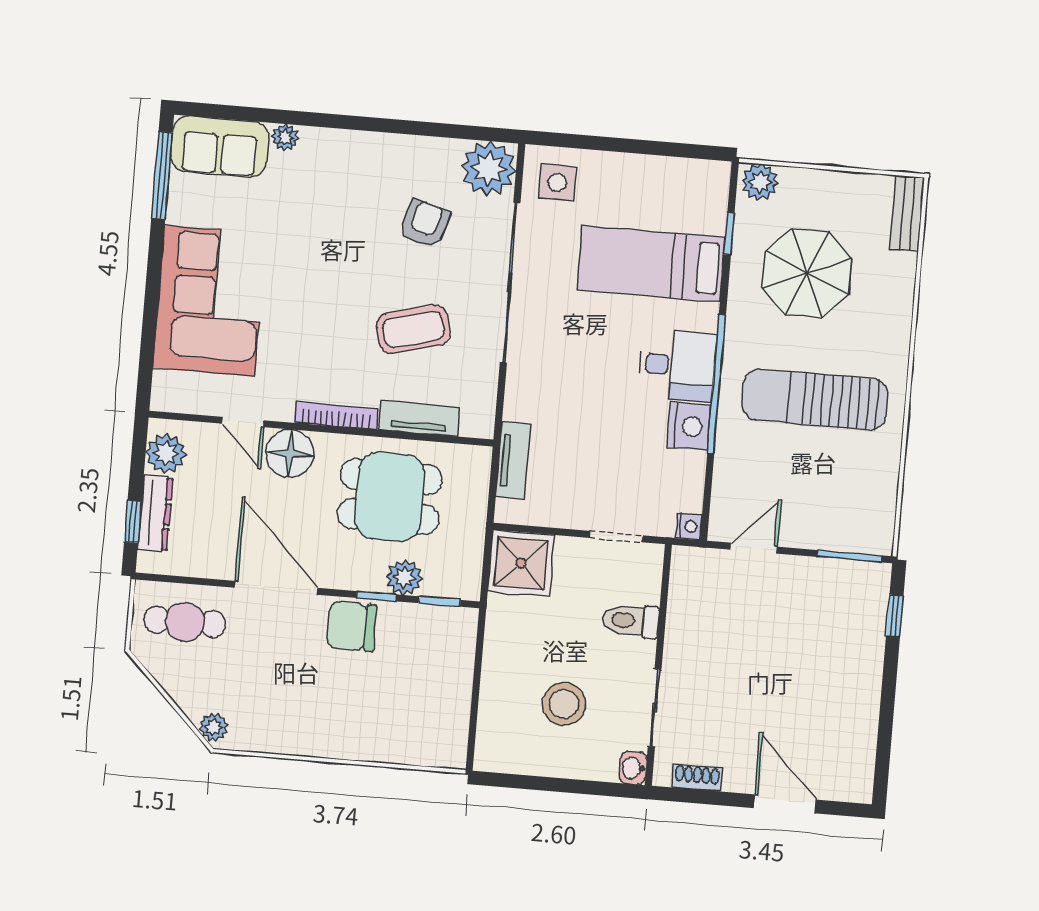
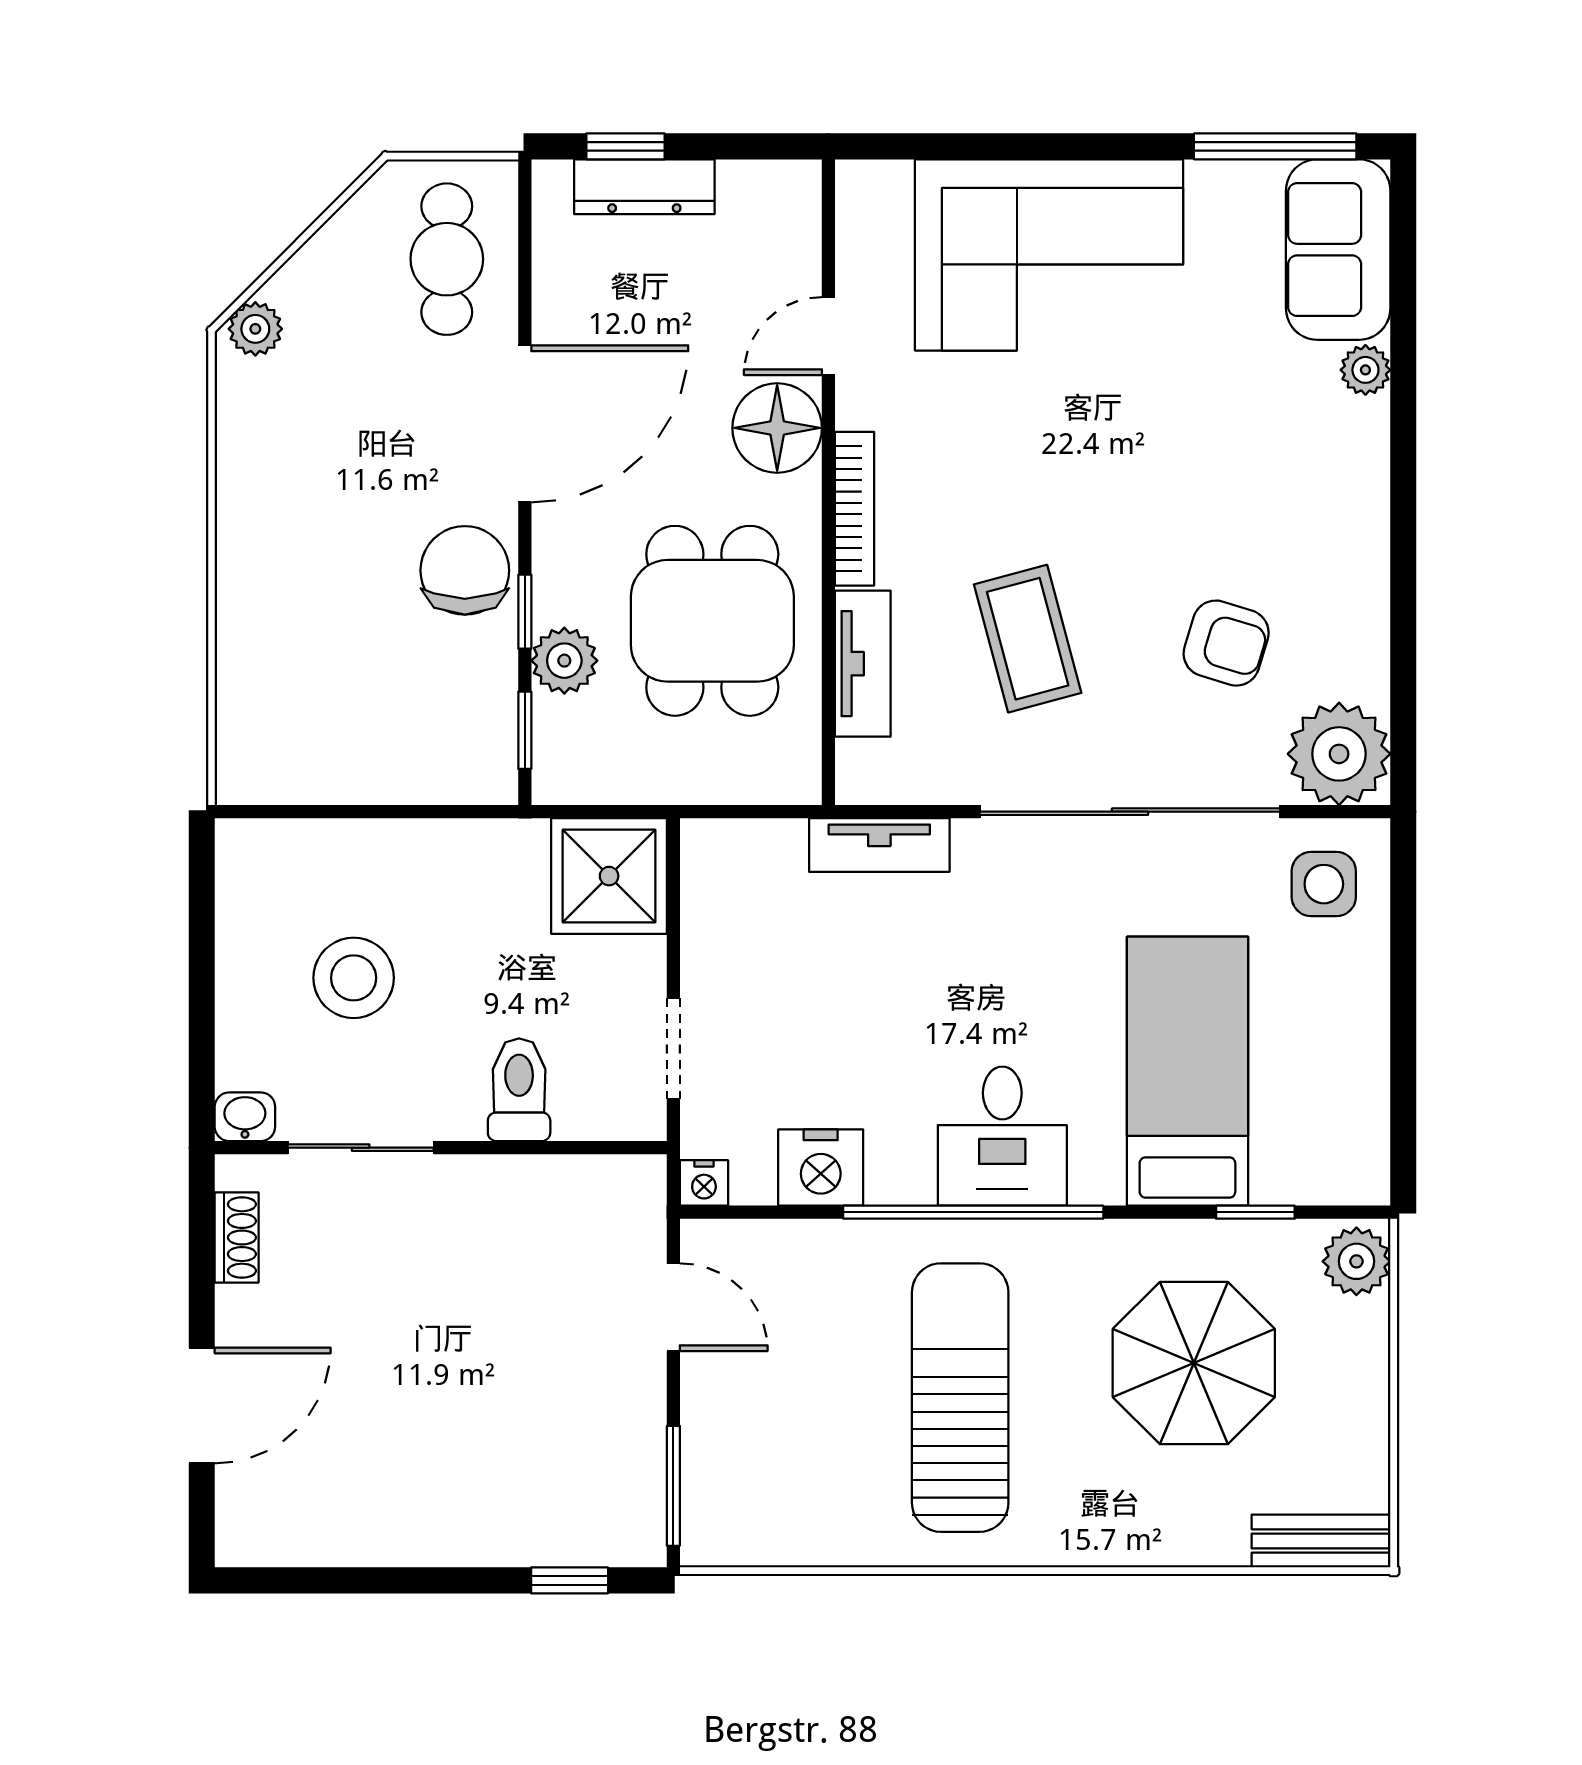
nightstand: (689, 426) -> (821, 1168), moved
plant: (166, 454) -> (758, 197), removed
tv unit: (513, 461) -> (879, 845), moved

